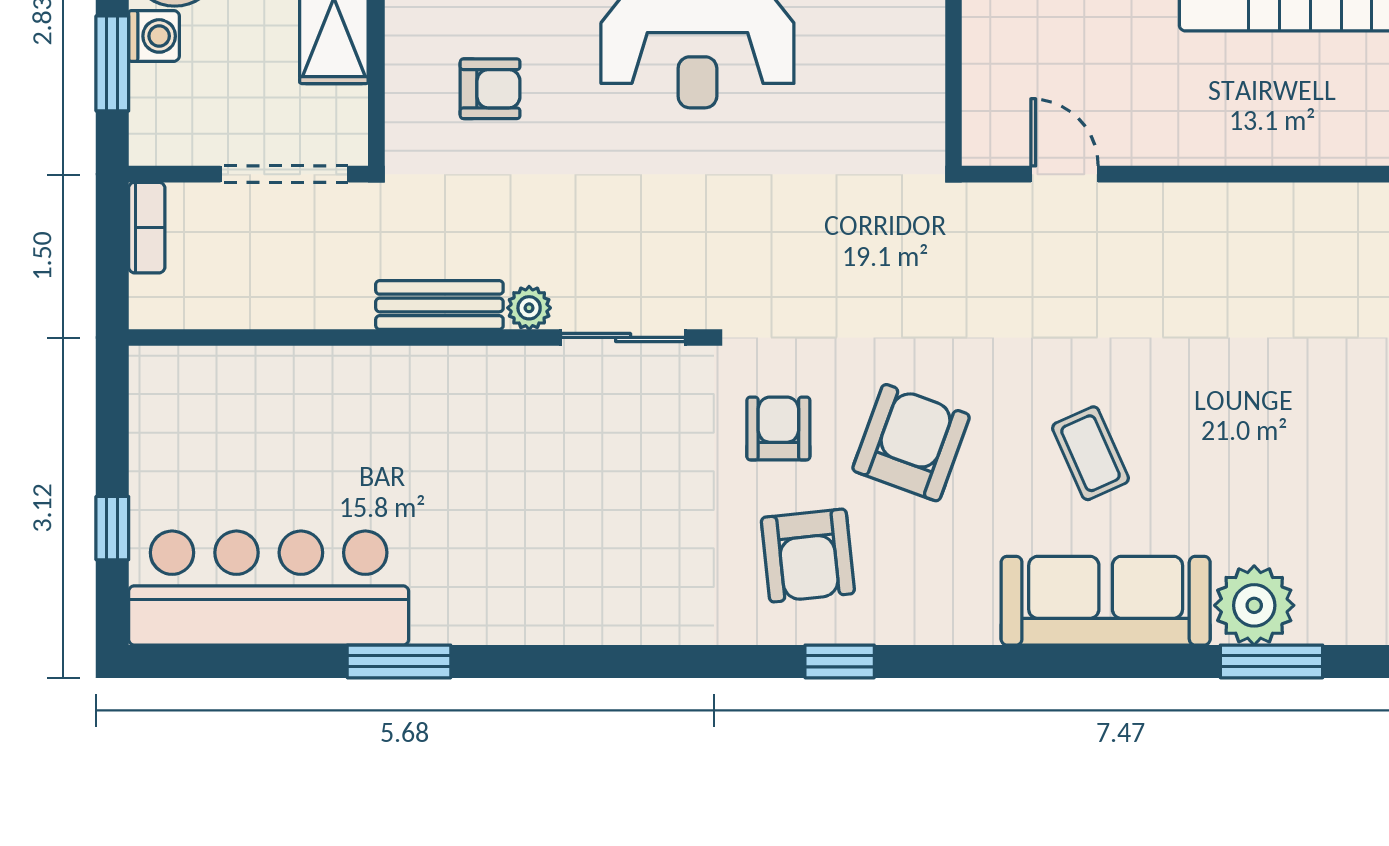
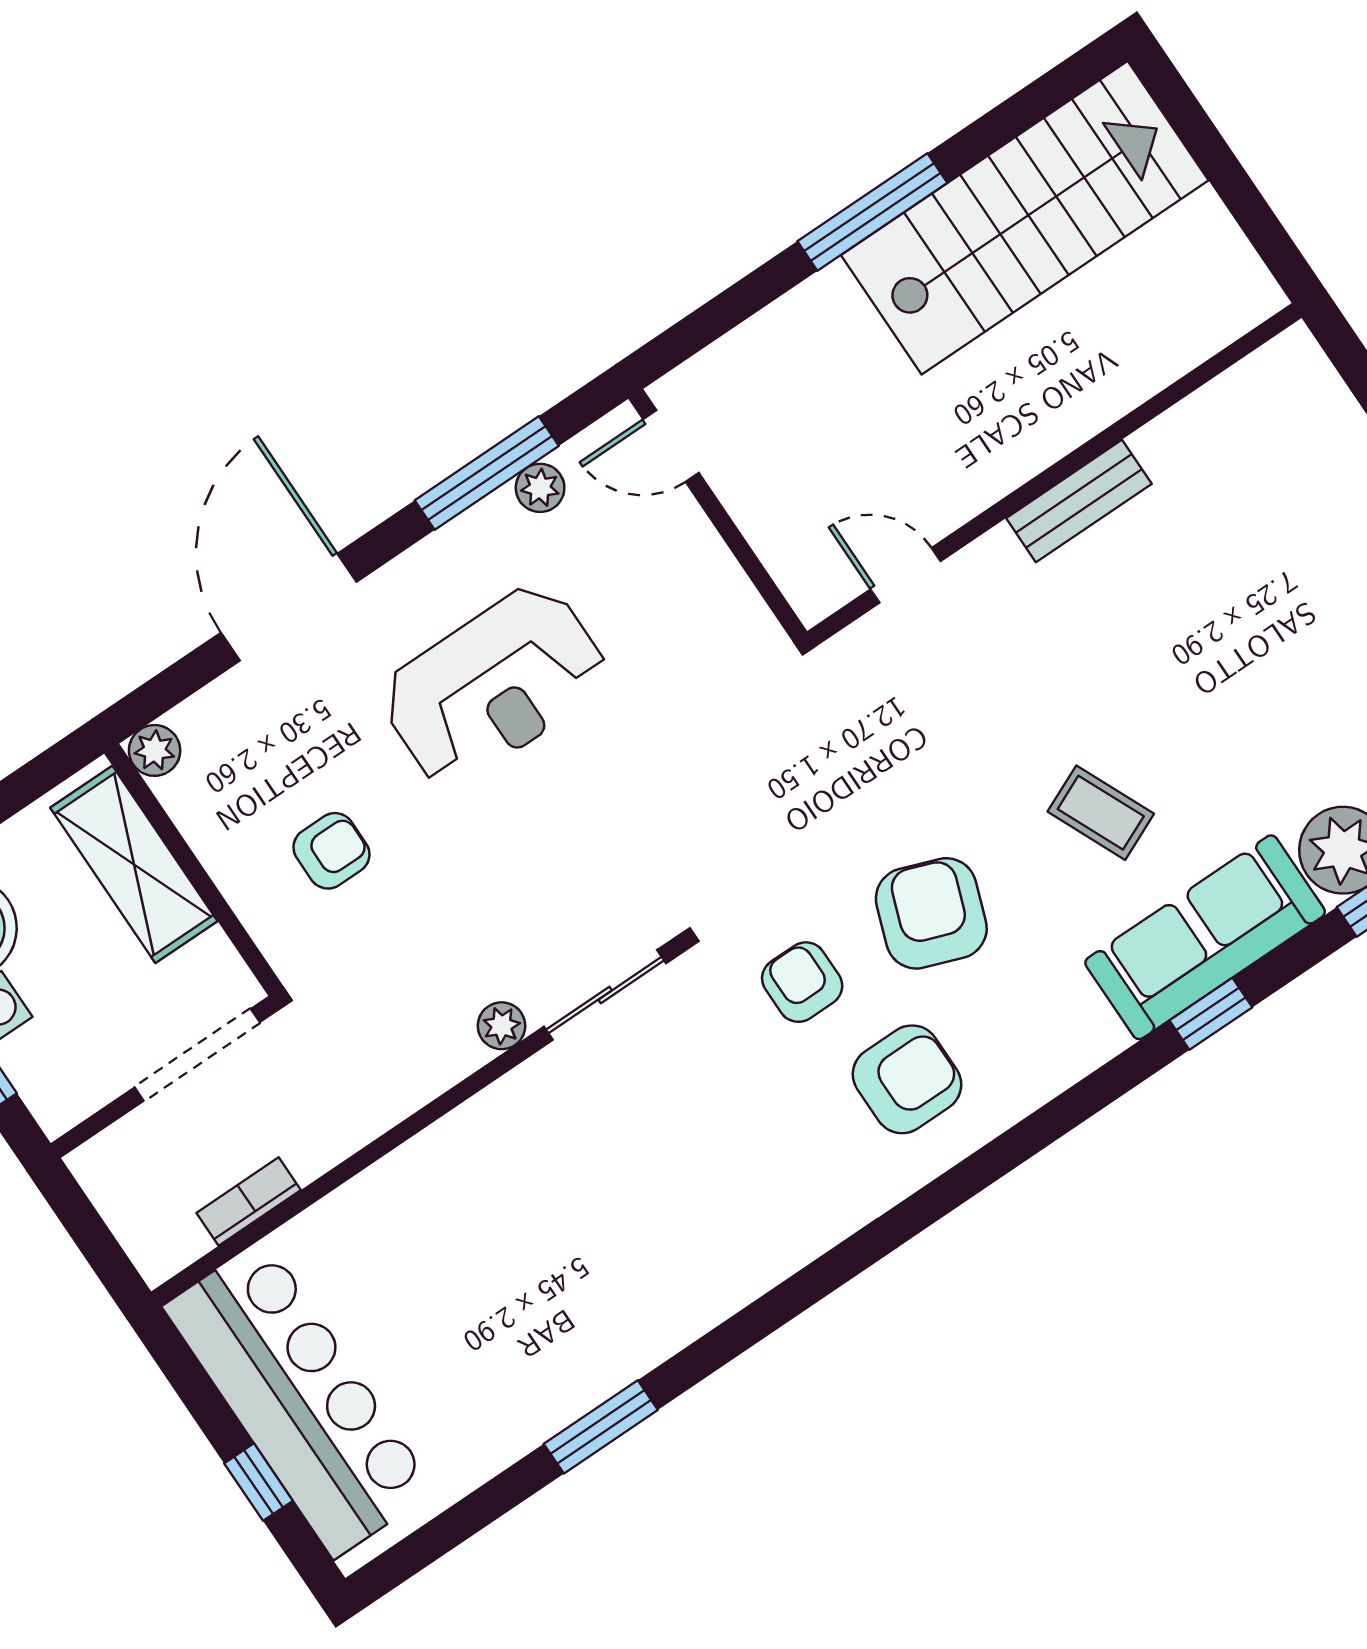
bookcase: (147, 228) -> (249, 1202), moved, turned -90
bench: (439, 305) -> (1079, 501), moved
armchair: (808, 556) -> (907, 1079), turned -84
bar counter: (269, 588) -> (299, 1398), moved, turned 90
window: (840, 661) -> (1211, 1014), moved

